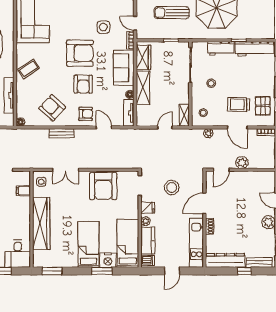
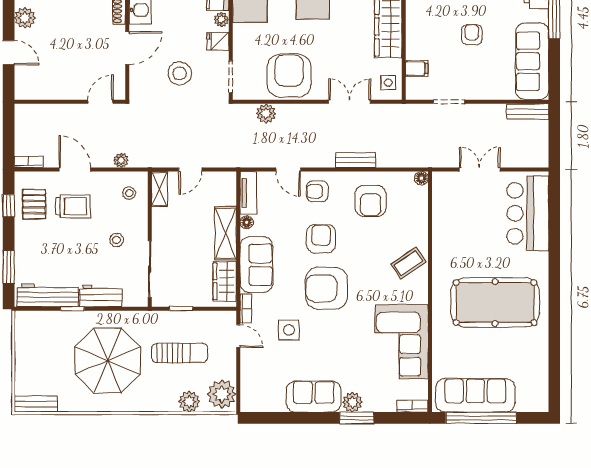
tv unit: (9, 95) -> (440, 221), removed
armchair: (52, 108) -> (371, 201), turned 47
plant: (242, 162) -> (266, 113), moved

